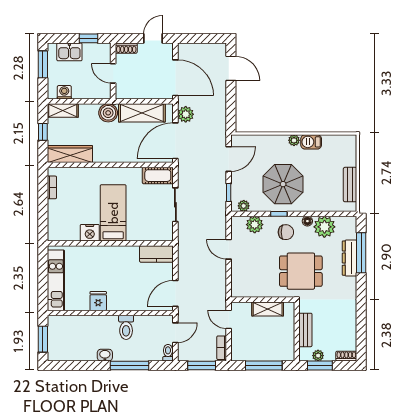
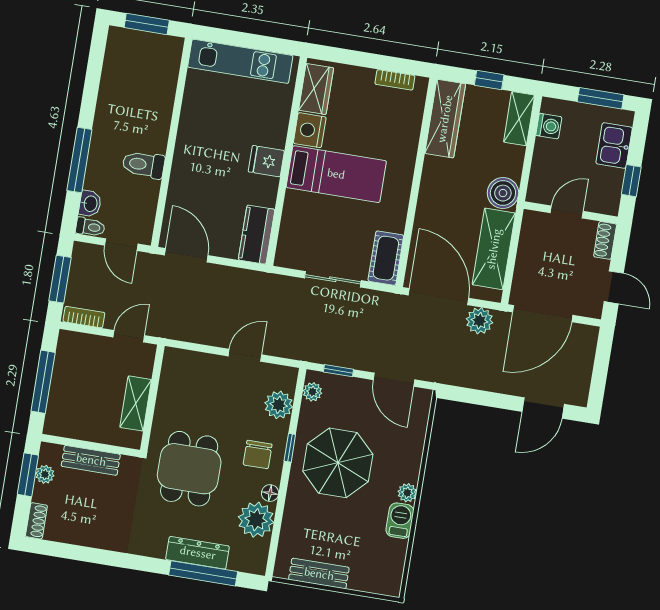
wardrobe: (65, 233) -> (316, 89), added
fridge: (98, 301) -> (266, 161), moved, turned 180
washbasin: (105, 355) -> (90, 204), moved

